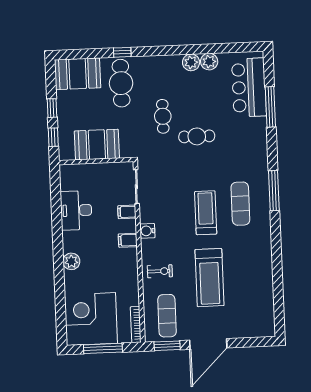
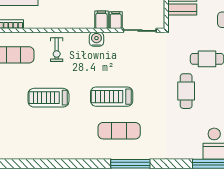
treadmill: (206, 213) -> (112, 97), turned 180
filing cabinet: (128, 240) -> (101, 20), moved
treadmill: (209, 278) -> (48, 98), width x0.73, depth x0.73

